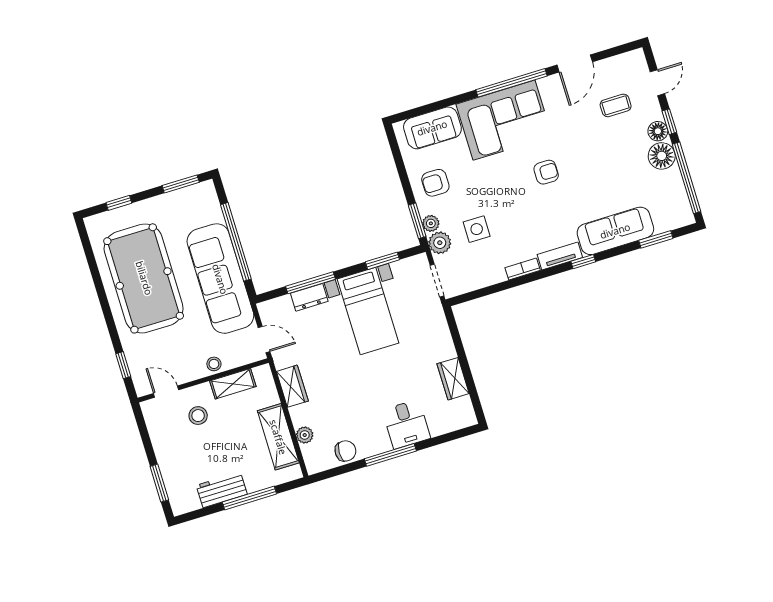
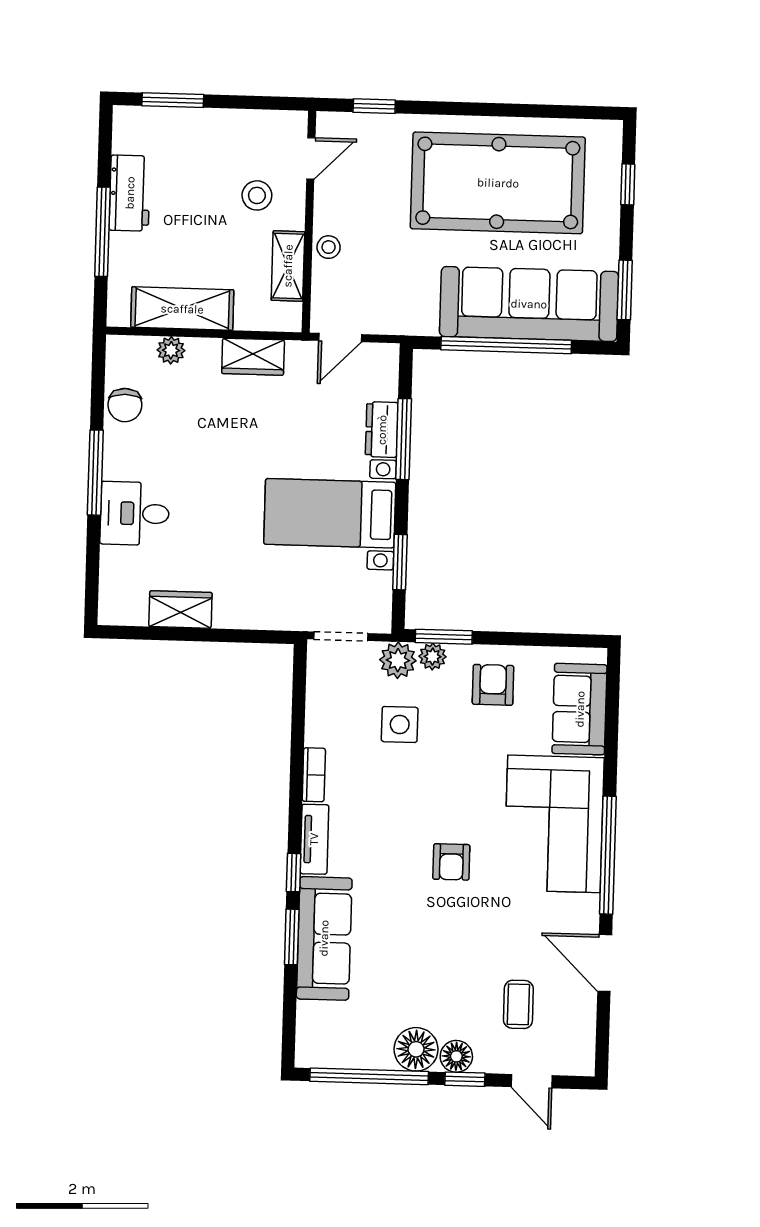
window: (656, 239) -> (292, 937), moved
sofa: (220, 279) -> (529, 304), moved

